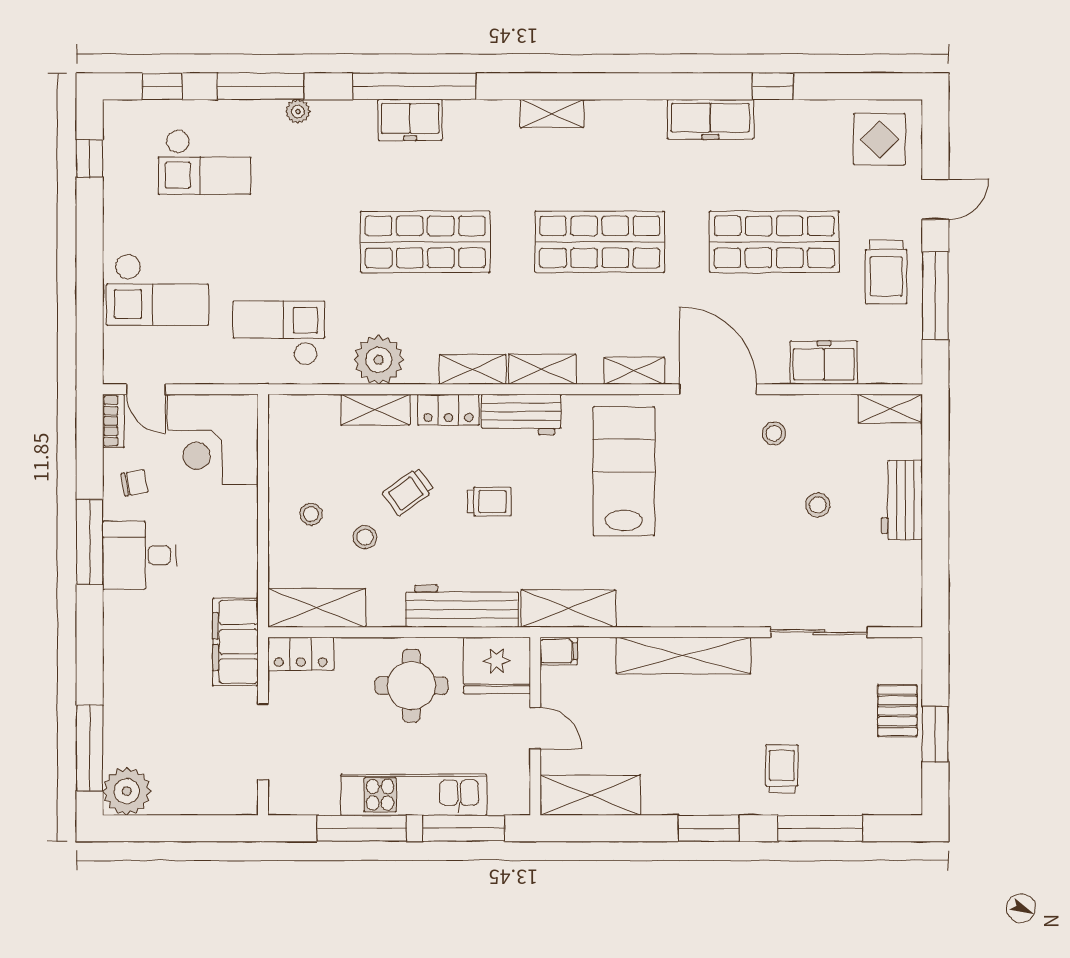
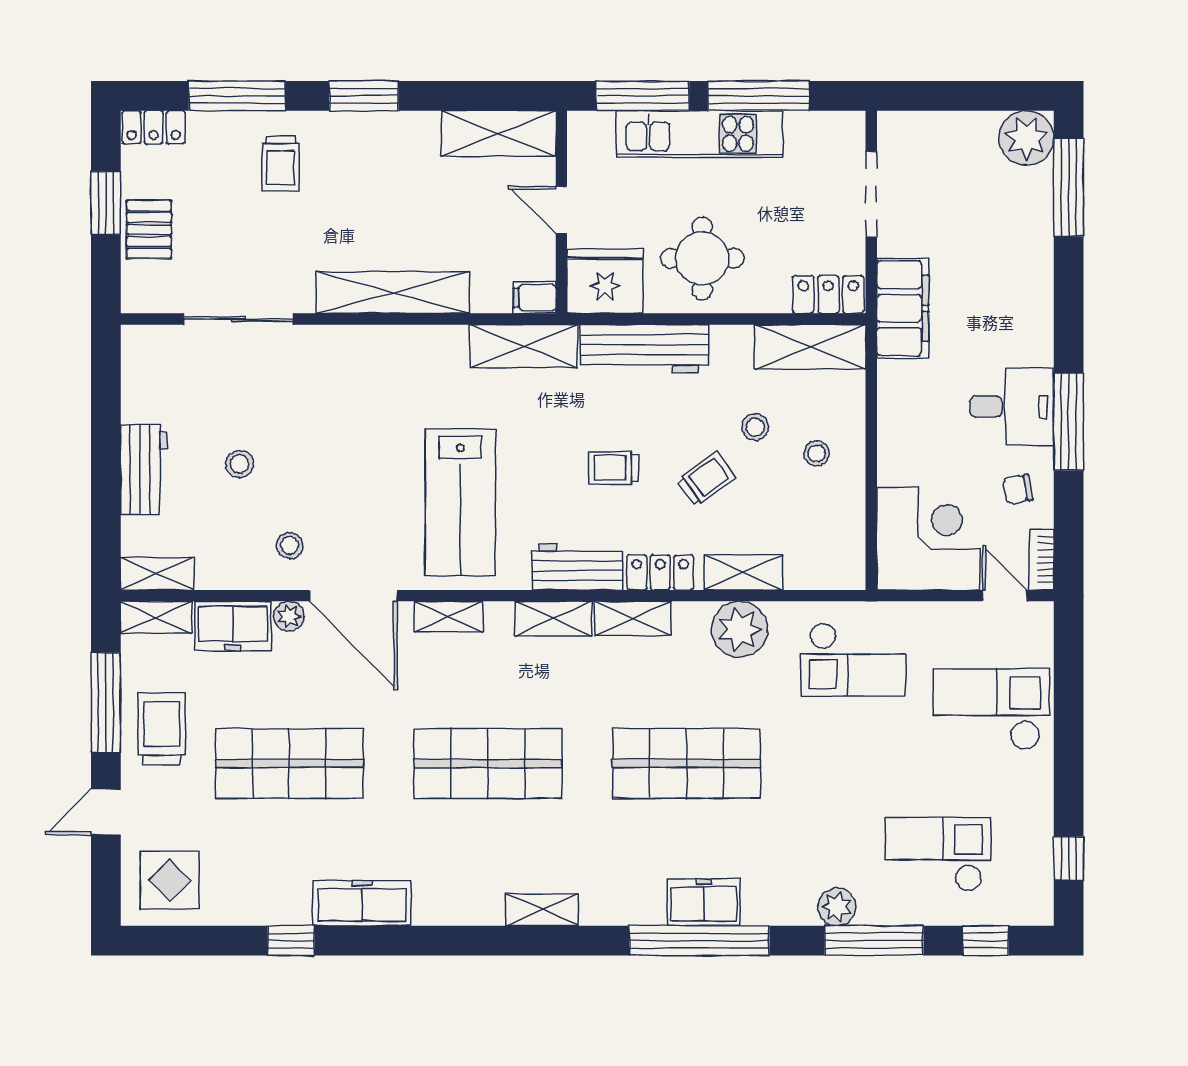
plant: (298, 111) -> (837, 907), width x1.38, depth x1.38
shelving: (891, 370) -> (156, 617), added
plant: (774, 371) -> (289, 616), added
locker: (893, 801) -> (154, 127), added

